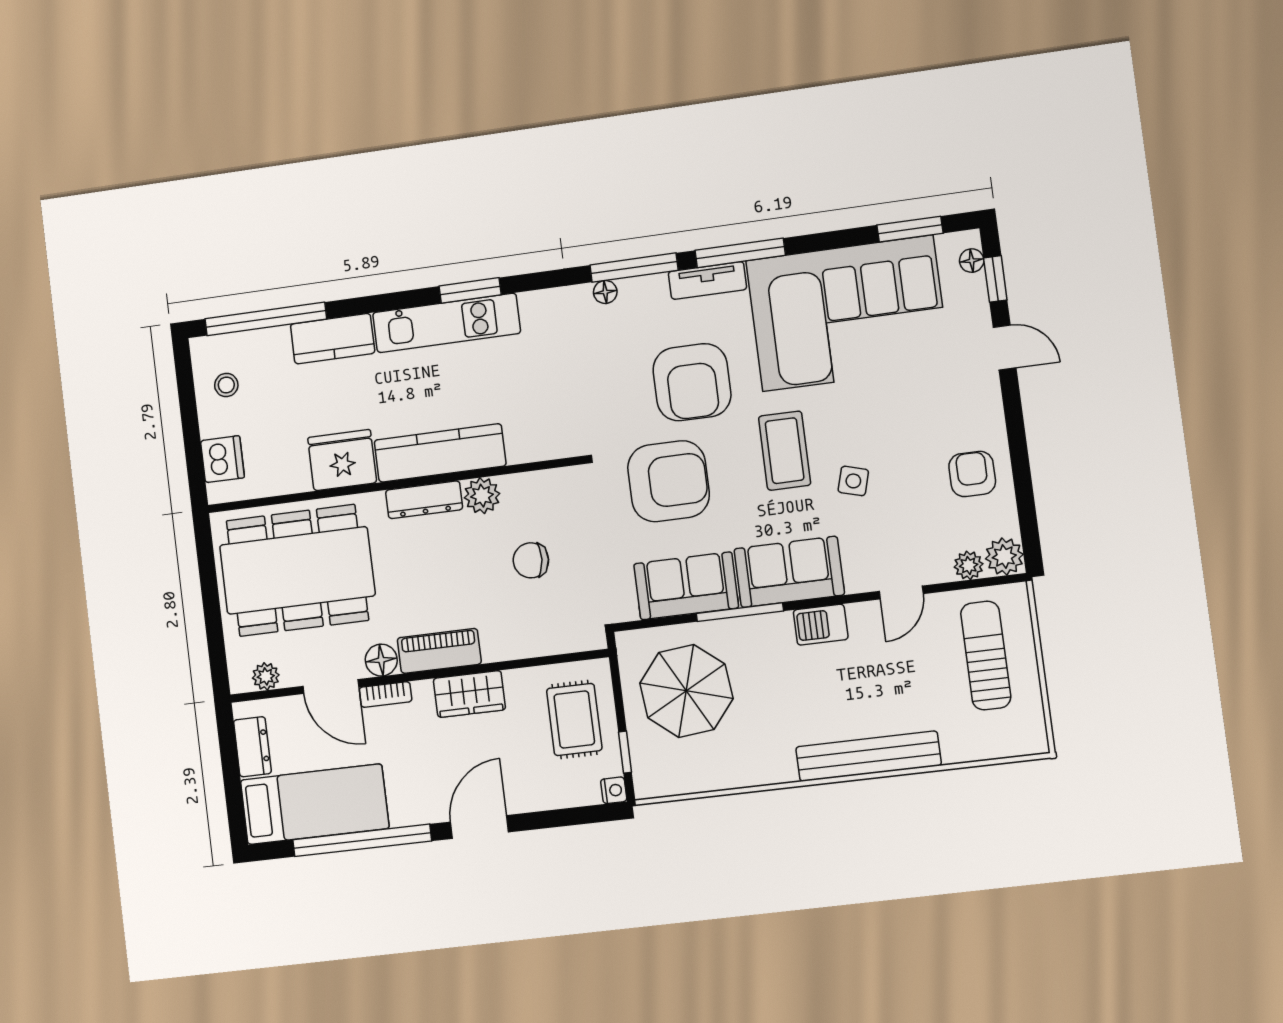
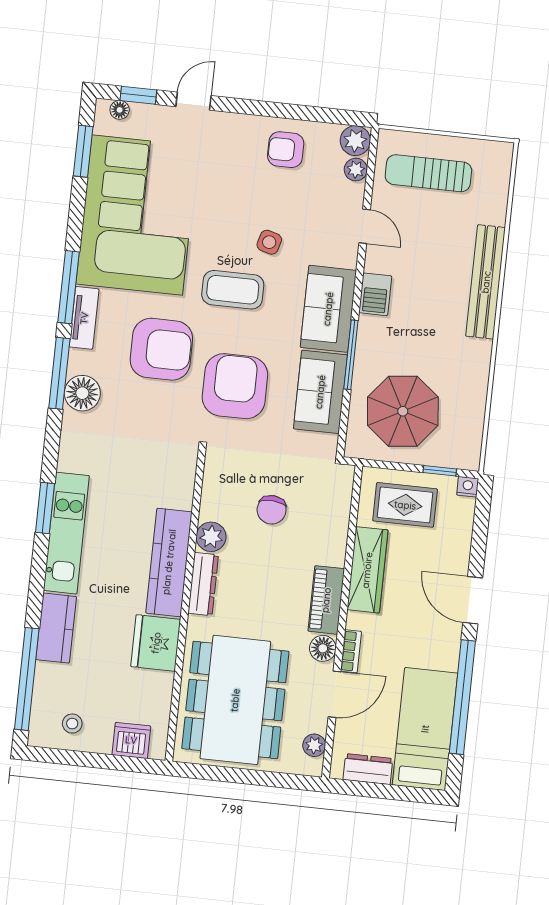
floor lamp: (605, 292) -> (82, 393), width x1.89, depth x1.89
wardrobe: (469, 694) -> (367, 570), width x1.50

